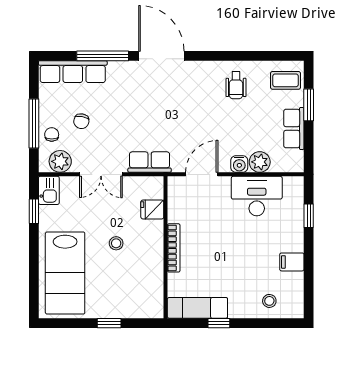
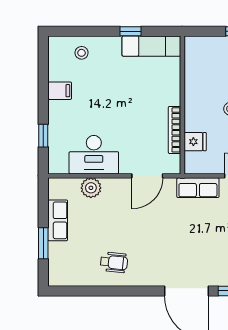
coffee table: (286, 80) -> (66, 267), removed
wheelchair: (236, 85) -> (114, 262), turned 96
water cooler: (239, 164) -> (111, 186), removed
bookcase: (174, 248) -> (174, 130), moved

